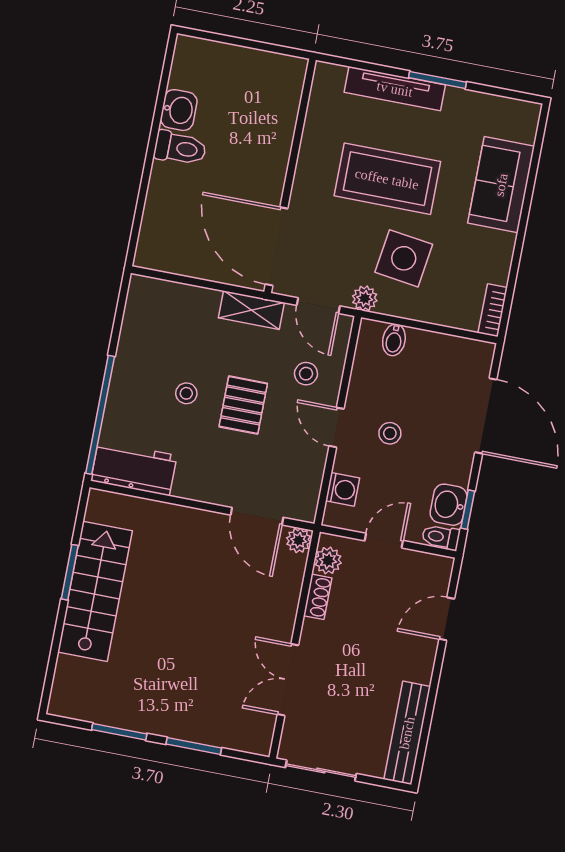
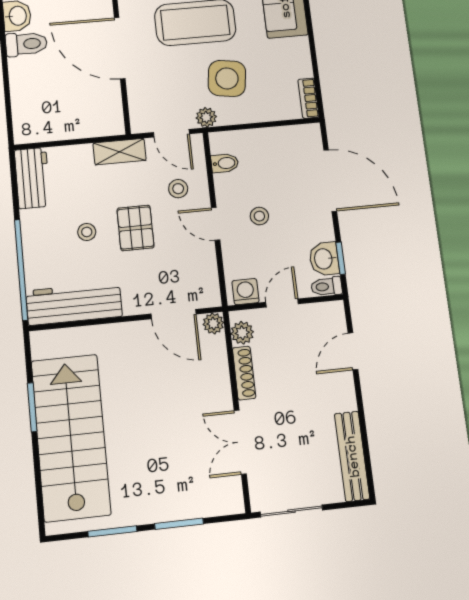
door: (276, 246) -> (120, 48), moved
workbench: (142, 312) -> (32, 178), added
bidet: (394, 340) -> (225, 163), moved, turned -90
workbench: (134, 468) -> (74, 304), width x1.38
washing machine: (343, 489) -> (246, 292), moved, turned -90
stairs: (95, 591) -> (71, 437), width x1.36, depth x1.51
shoe rack: (318, 597) -> (244, 373), width x1.43

